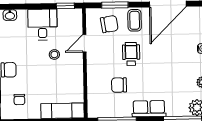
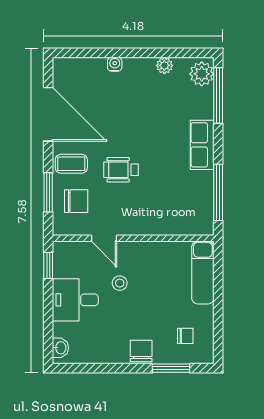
chair: (109, 24) -> (76, 201), turned 99
chair: (119, 85) -> (166, 188), removed

